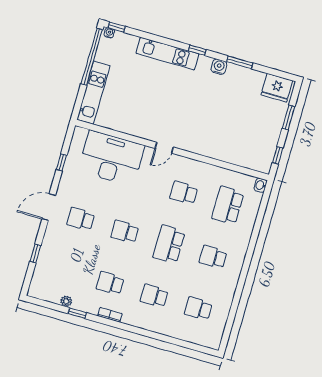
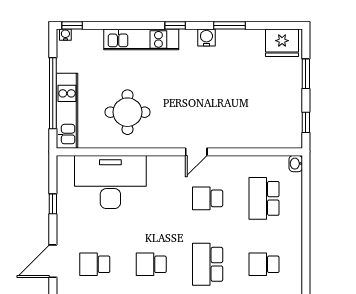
window: (92, 57) -> (53, 93), moved
round table: (140, 107) -> (127, 112), added
door: (164, 148) -> (196, 152), moved

